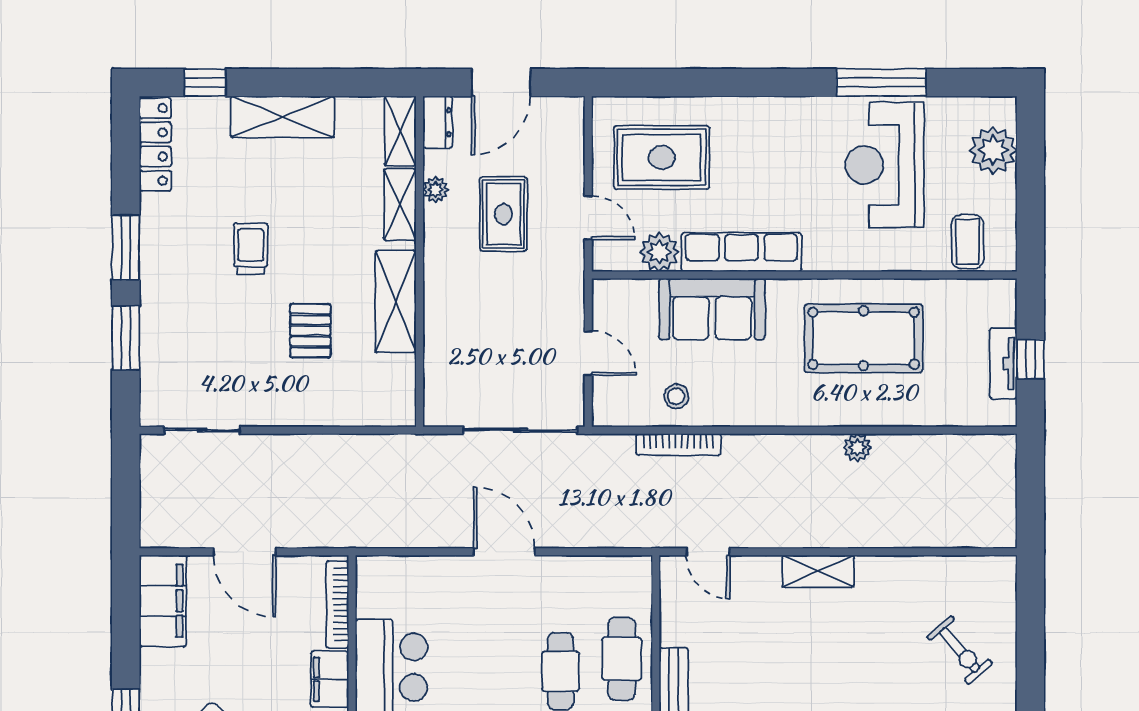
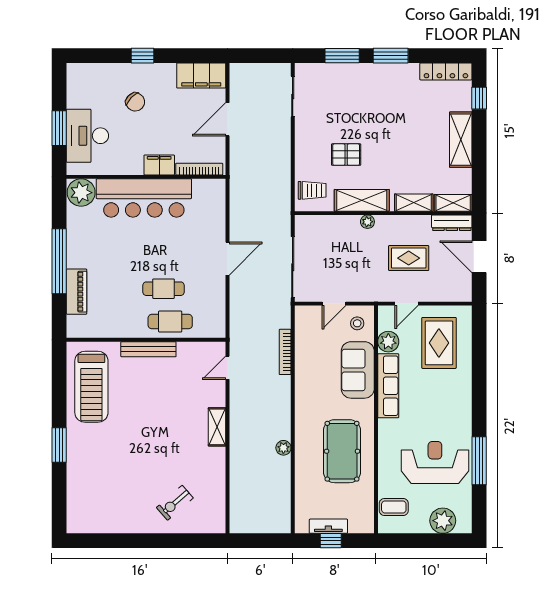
dresser: (437, 122) -> (452, 223), width x1.44
plant: (436, 190) -> (367, 222), moved
trolley: (251, 249) -> (312, 190), moved
stool: (676, 396) -> (357, 323), moved

